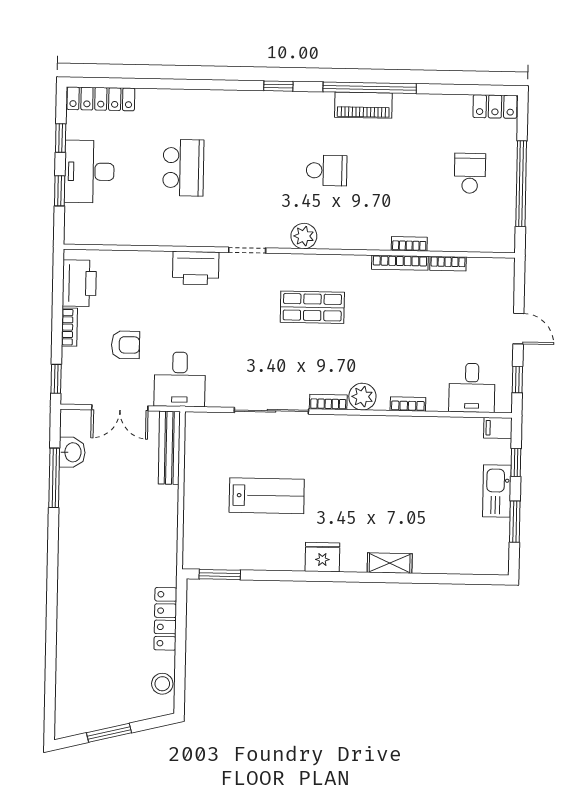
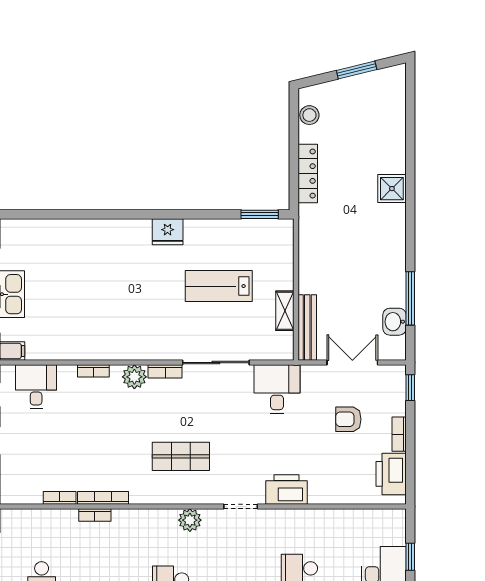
desk: (180, 379) -> (277, 389), moved
shelving: (390, 563) -> (285, 311), moved, turned 90
shower: (72, 600) -> (392, 189), added

